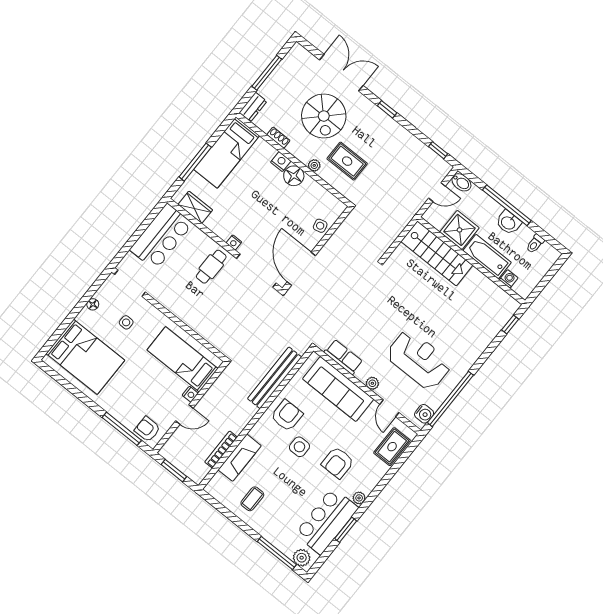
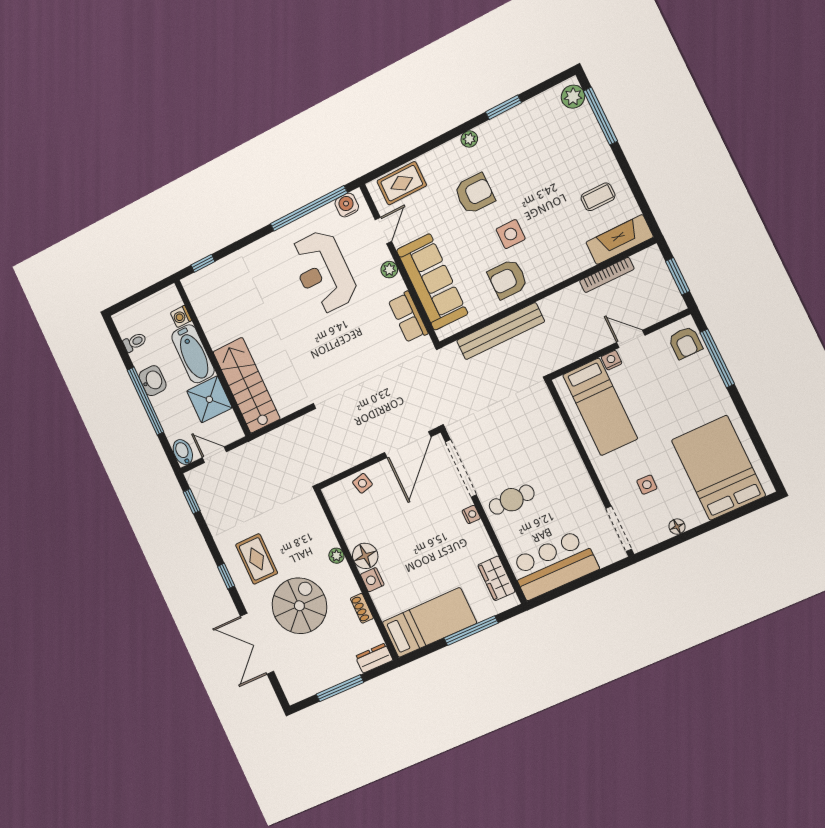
rug: (347, 161) -> (257, 559), moved
fireplace: (240, 458) -> (620, 240), moved
bar counter: (327, 521) -> (521, 128), removed

